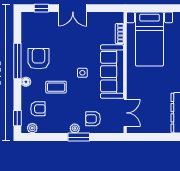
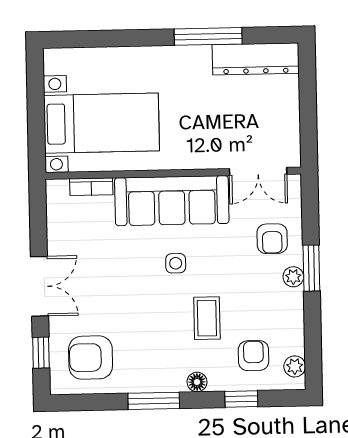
armchair: (38, 59) -> (91, 358), moved
window: (17, 61) -> (154, 401), width x0.69
double door: (125, 113) -> (258, 171), swing flipped
window: (17, 118) -> (241, 399), moved

